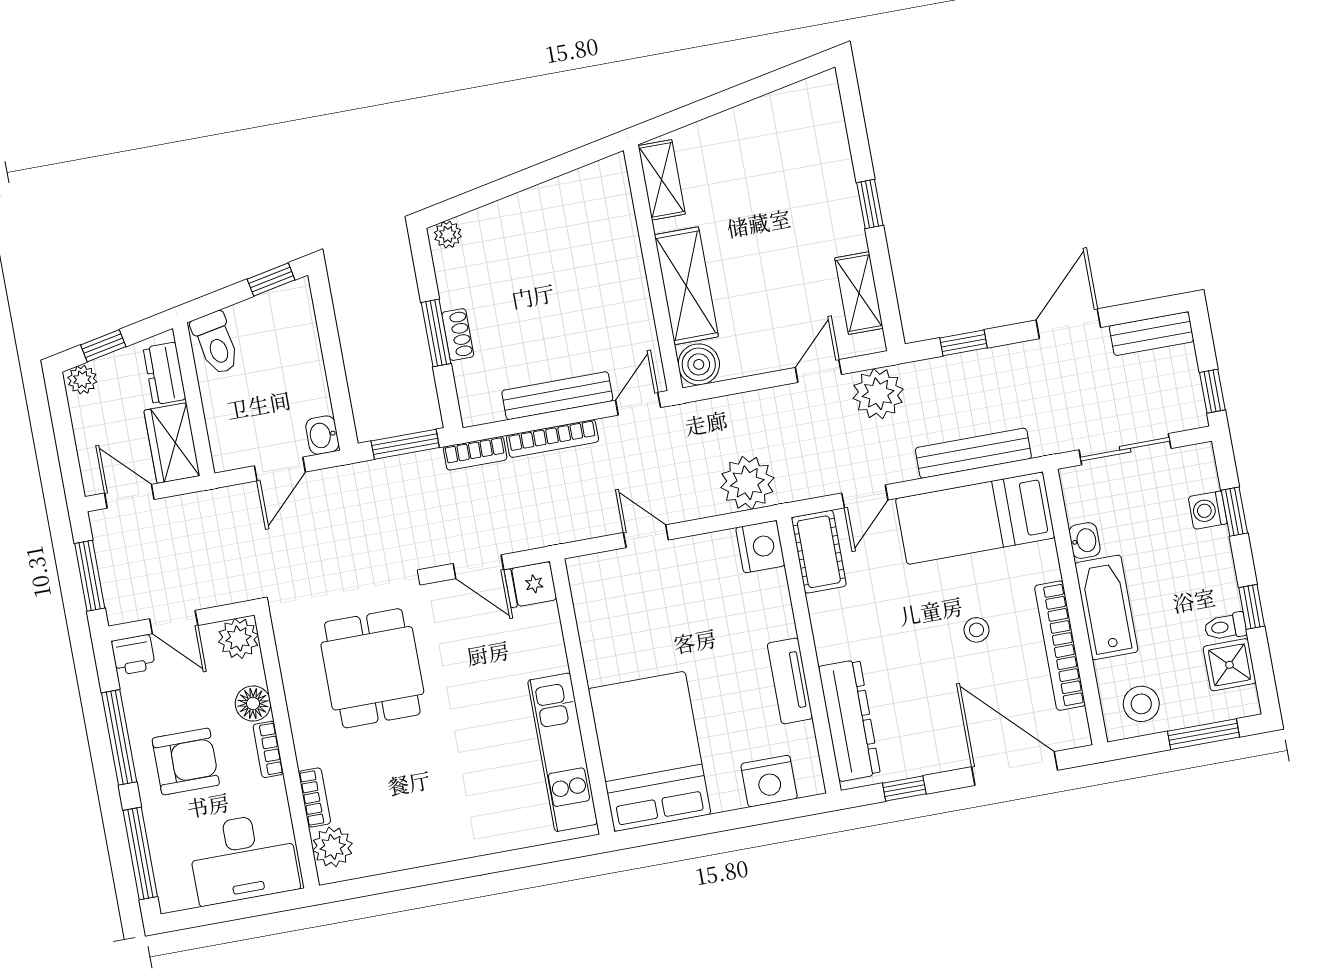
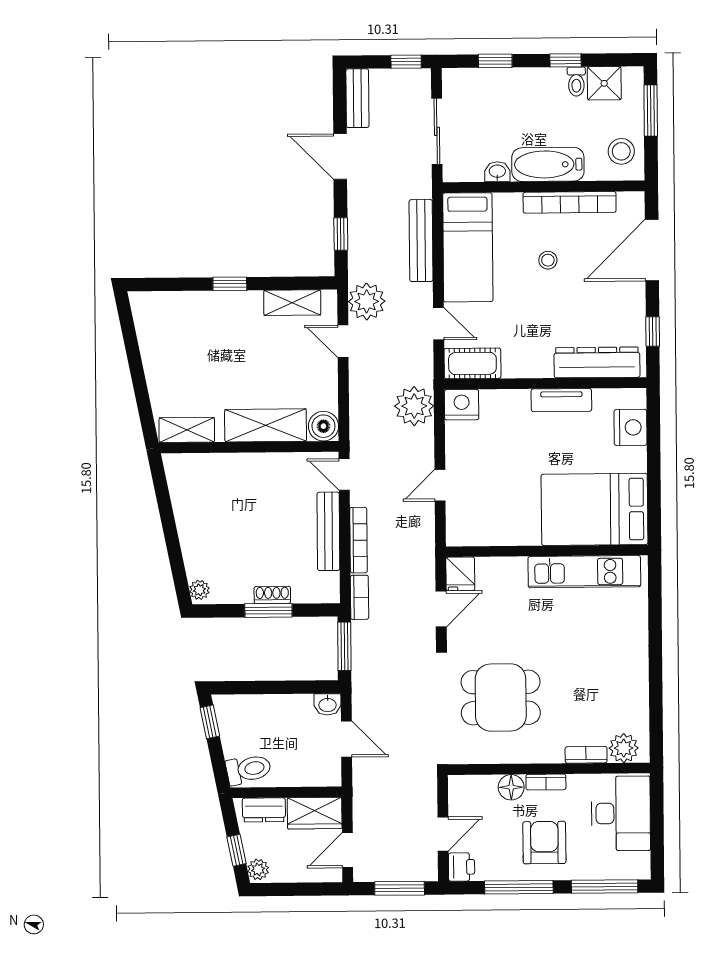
washing machine: (1208, 510) -> (491, 80), removed
plant: (238, 638) -> (463, 790), removed

